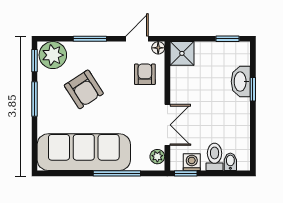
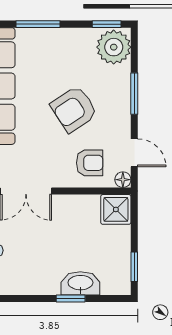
armchair: (84, 89) -> (74, 109), moved
window: (35, 99) -> (38, 24), moved

